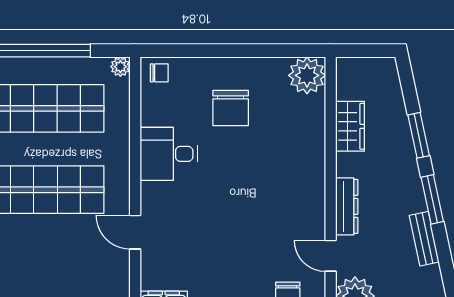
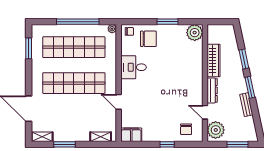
window: (246, 51) -> (167, 22), added
chair: (231, 108) -> (148, 39), moved, turned -90
wardrobe: (350, 126) -> (214, 61), width x1.50

